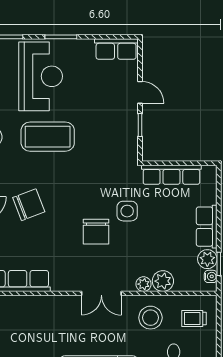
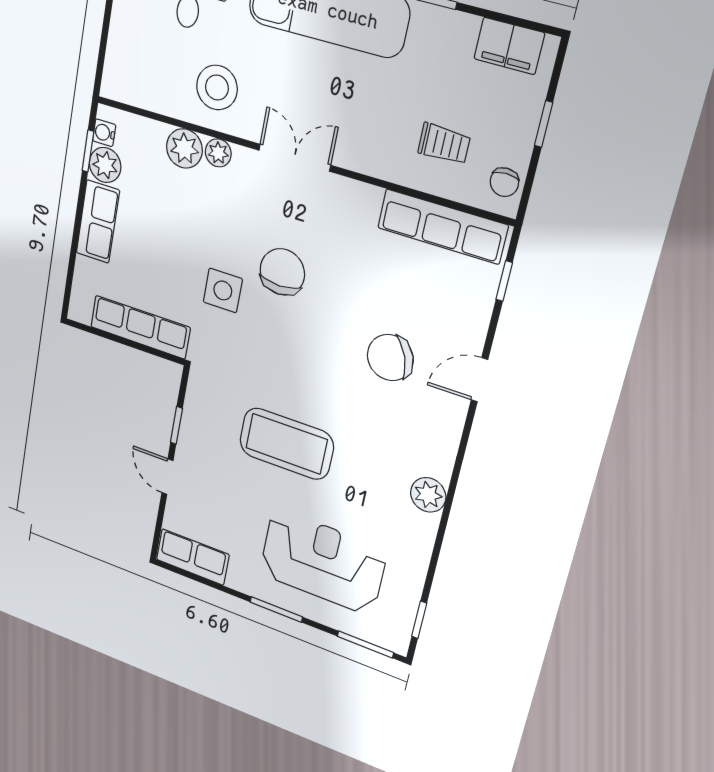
reception desk: (41, 76) -> (323, 562), turned 90
coffee table: (48, 137) -> (286, 444), moved
trolley: (194, 318) -> (444, 144), moved

